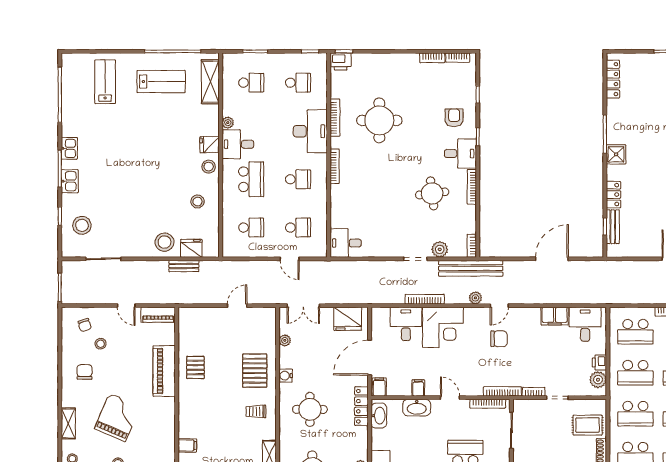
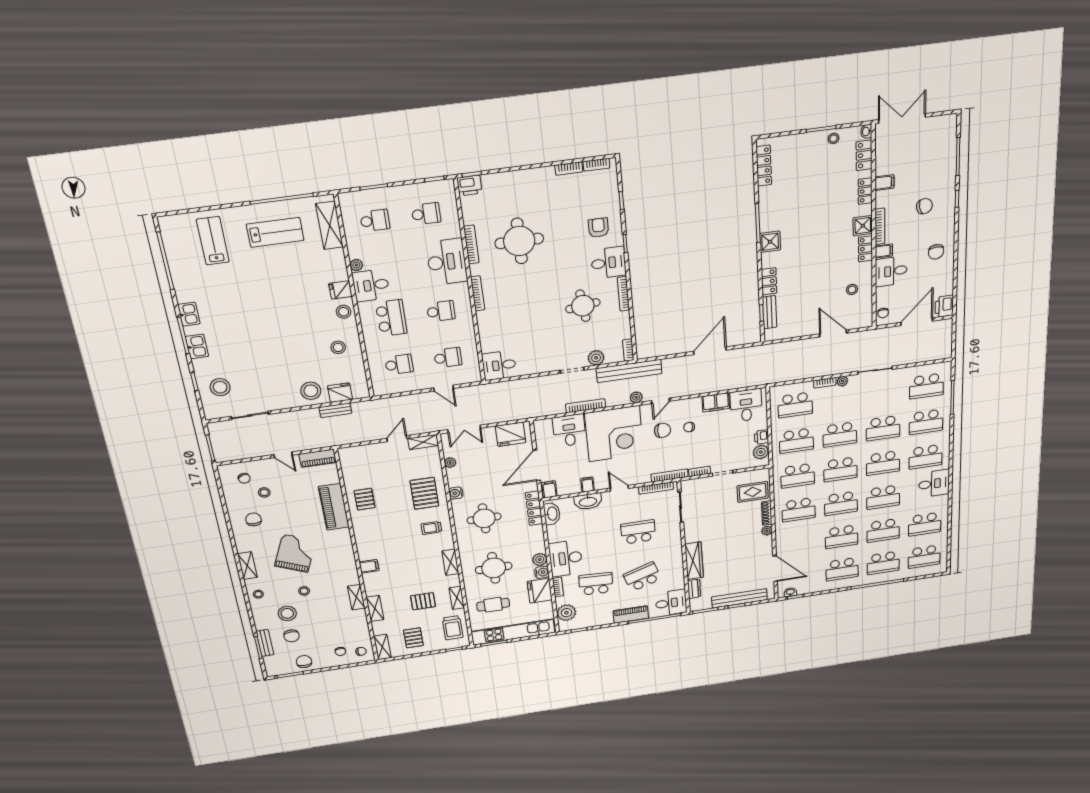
shelving: (262, 314) -> (423, 442), added
corner desk: (443, 327) -> (614, 434), width x1.36, depth x1.36
chair: (526, 339) -> (689, 427), added

